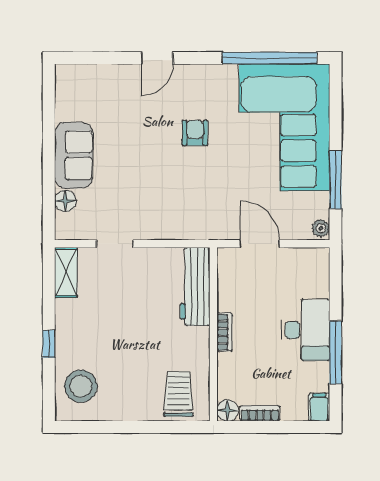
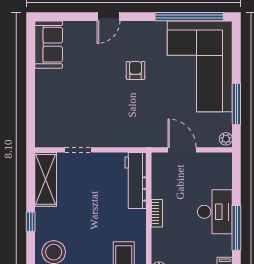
sofa: (74, 155) -> (49, 45), moved
floor lamp: (65, 201) -> (43, 119), removed
shelving: (66, 272) -> (46, 179), width x1.50, depth x1.33

